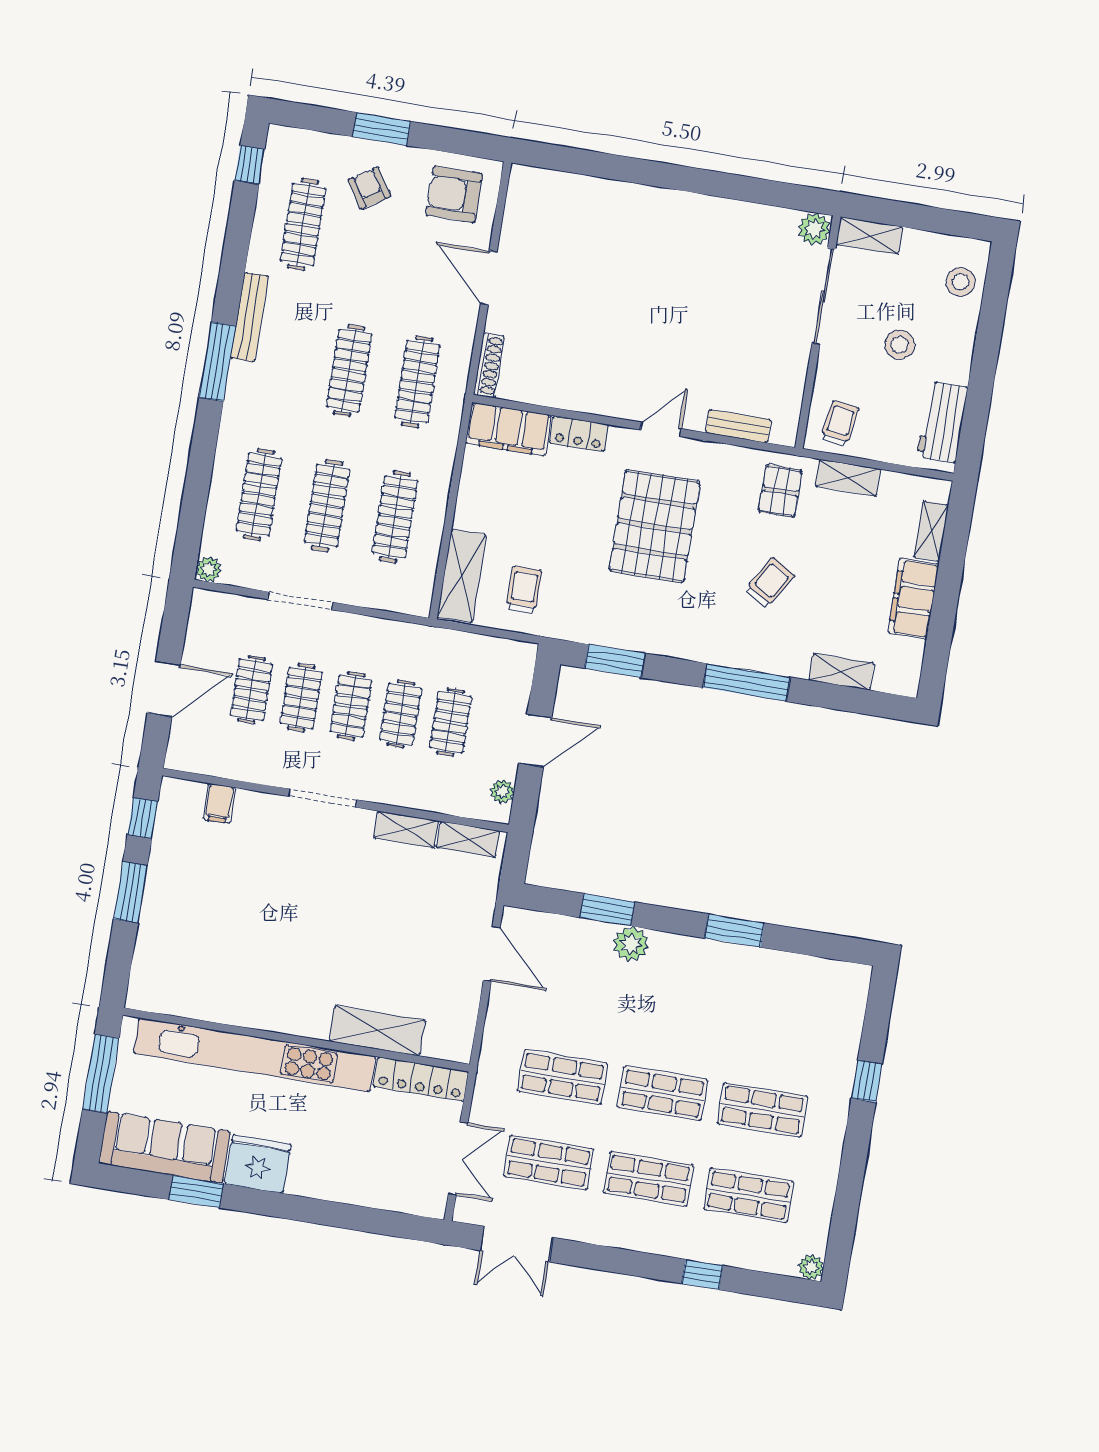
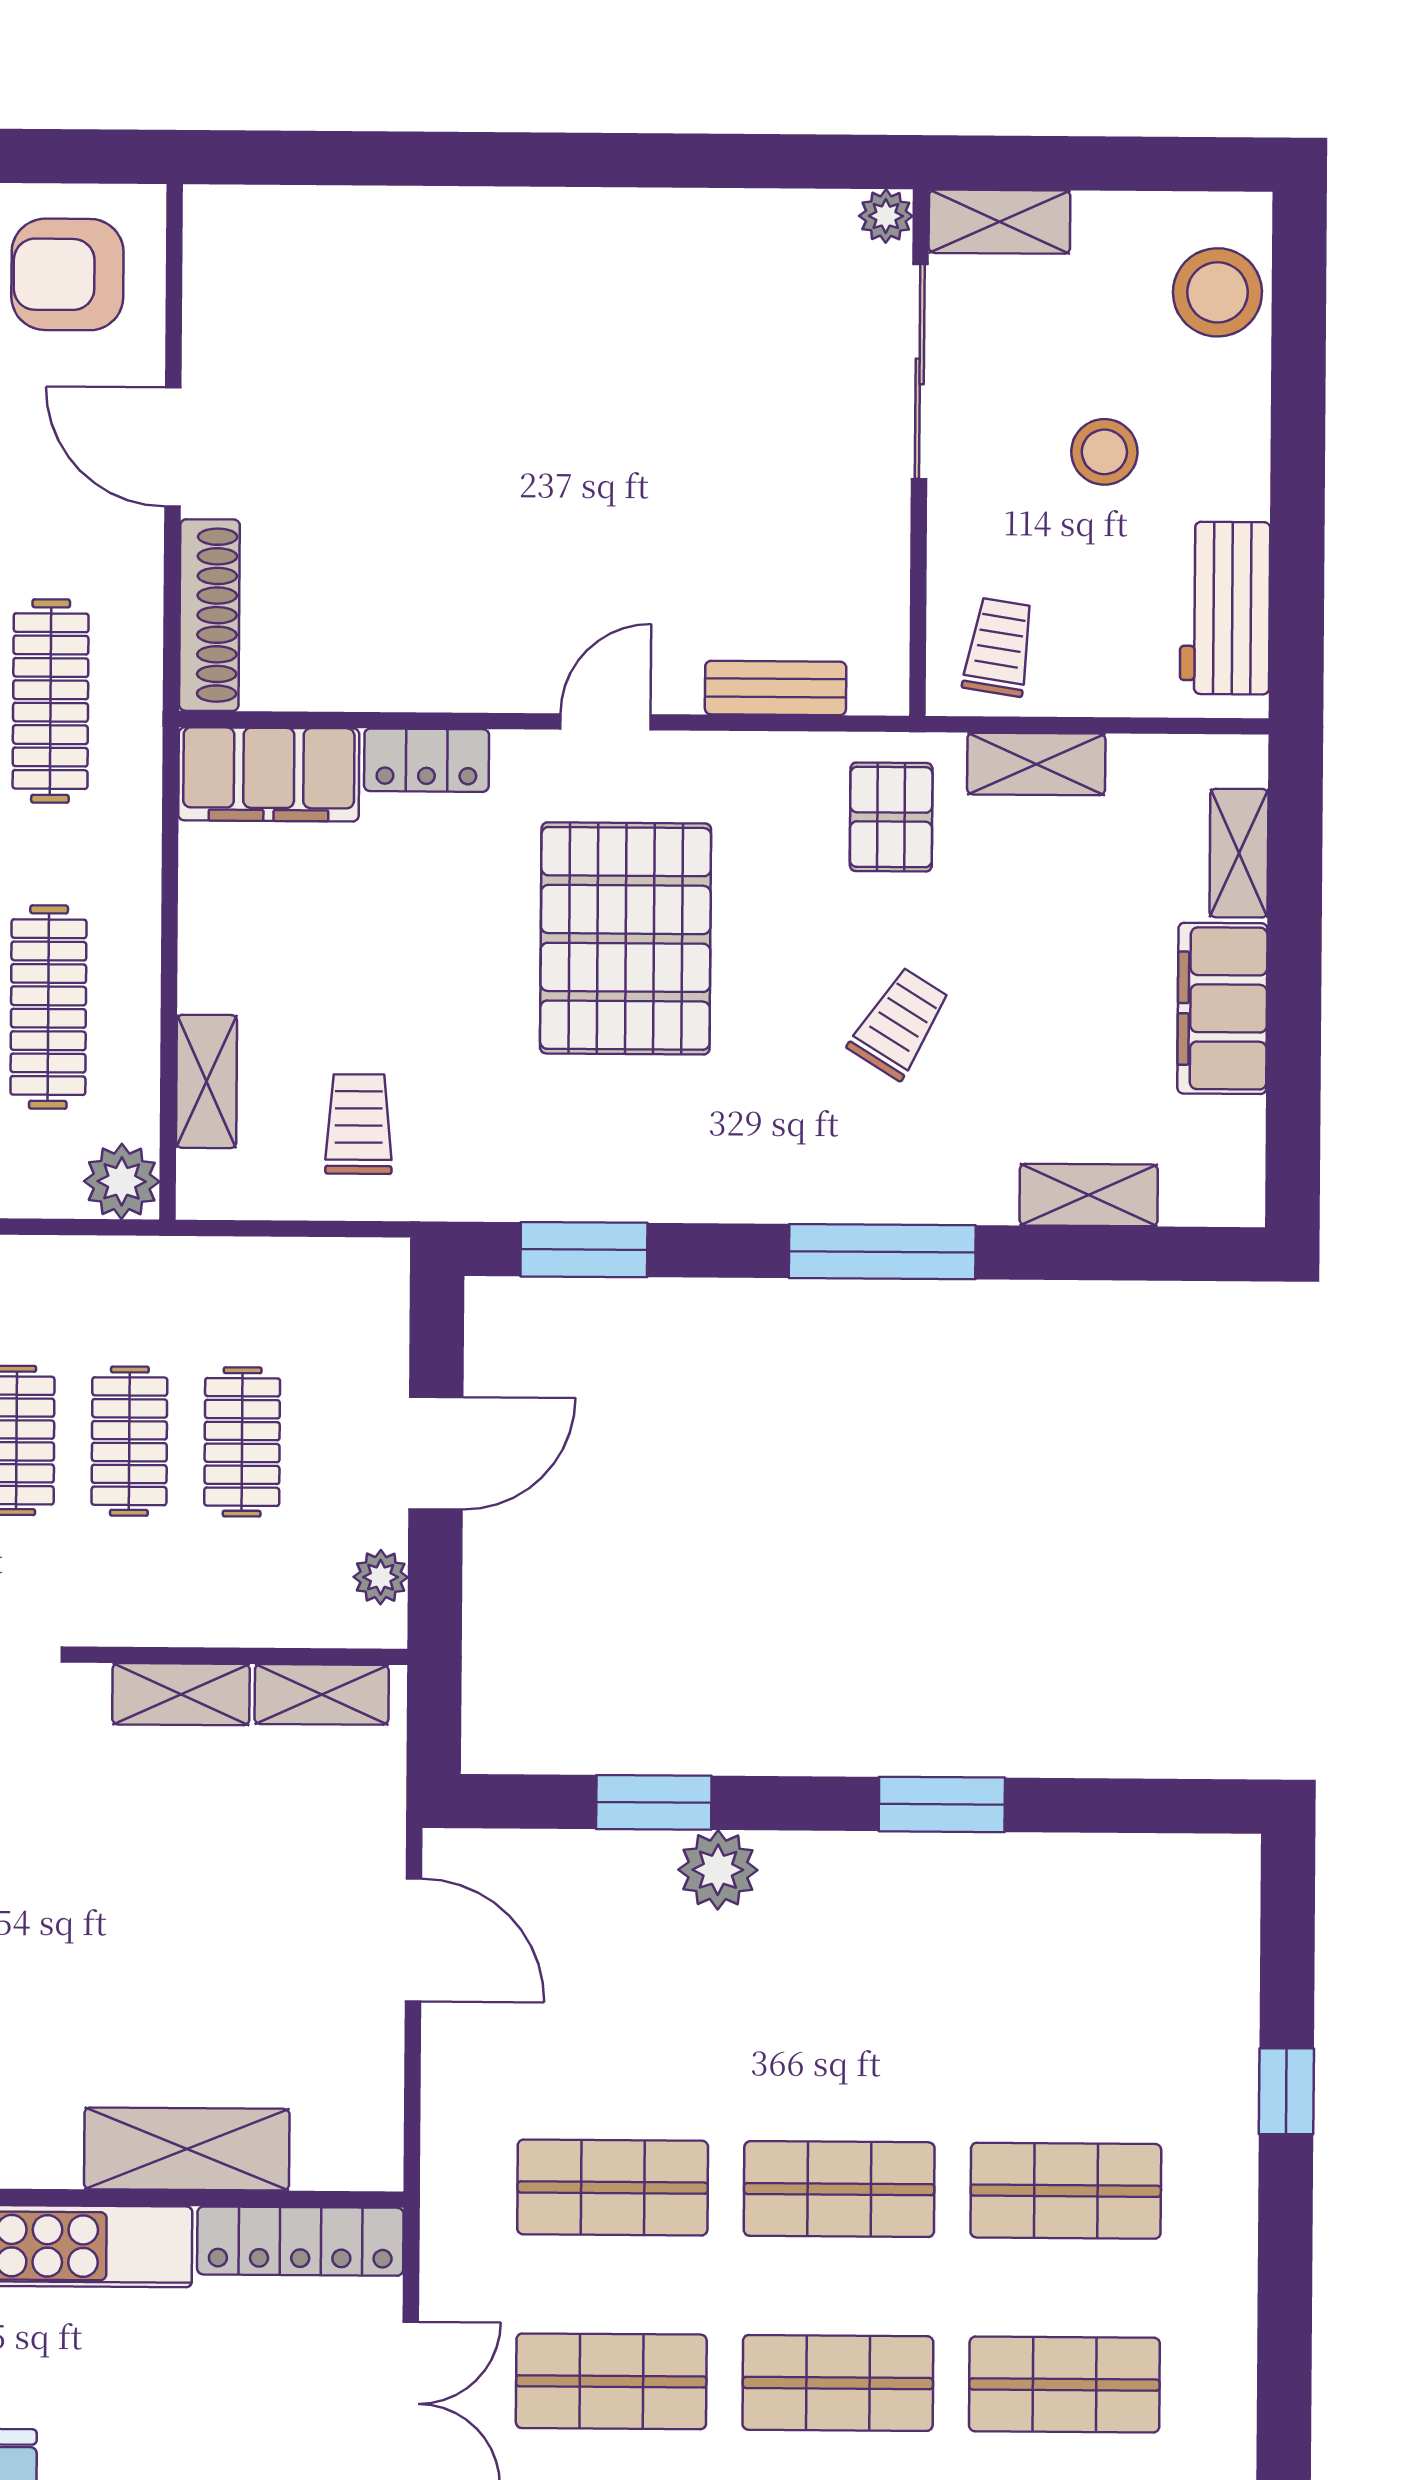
plant: (814, 229) -> (886, 216), width x0.73, depth x0.73
stool: (961, 282) -> (1217, 292), width x1.38, depth x1.38
shoe rack: (489, 366) -> (209, 615), width x1.36, depth x1.24
shelving: (462, 576) -> (207, 1081), width x0.67, depth x0.75
plant: (415, 599) -> (122, 1181), added

